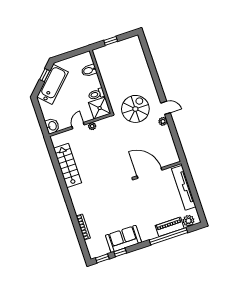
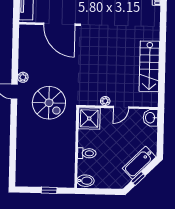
bidet: (89, 70) -> (86, 181), moved
bathtub: (53, 84) -> (139, 163), width x0.73, depth x0.73
toilet: (96, 94) -> (87, 153), moved
spiral stairs: (135, 109) -> (49, 103), turned -90

